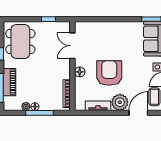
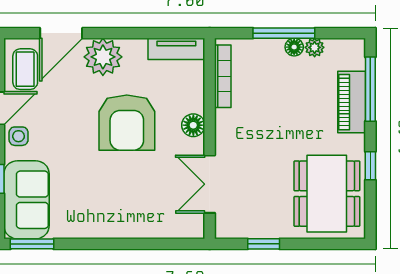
double door: (72, 46) -> (210, 184), swing flipped
tv unit: (98, 106) -> (176, 49), moved

